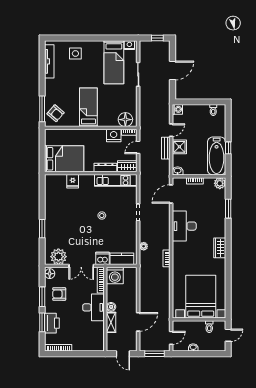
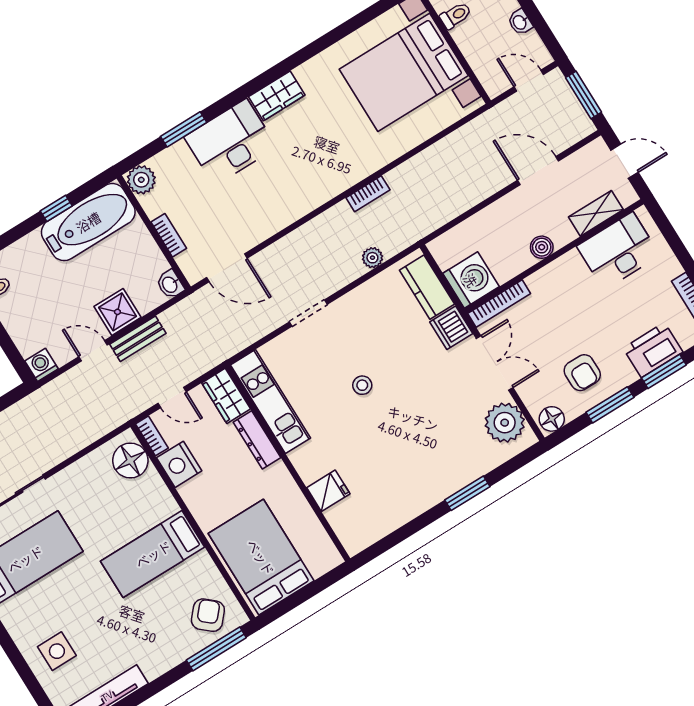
bed: (64, 159) -> (261, 557), moved
desk: (184, 226) -> (230, 142), moved, turned 180
desk: (93, 307) -> (618, 251), moved
shelving: (111, 322) -> (596, 213), moved
door: (123, 354) -> (624, 161), hinge flipped

